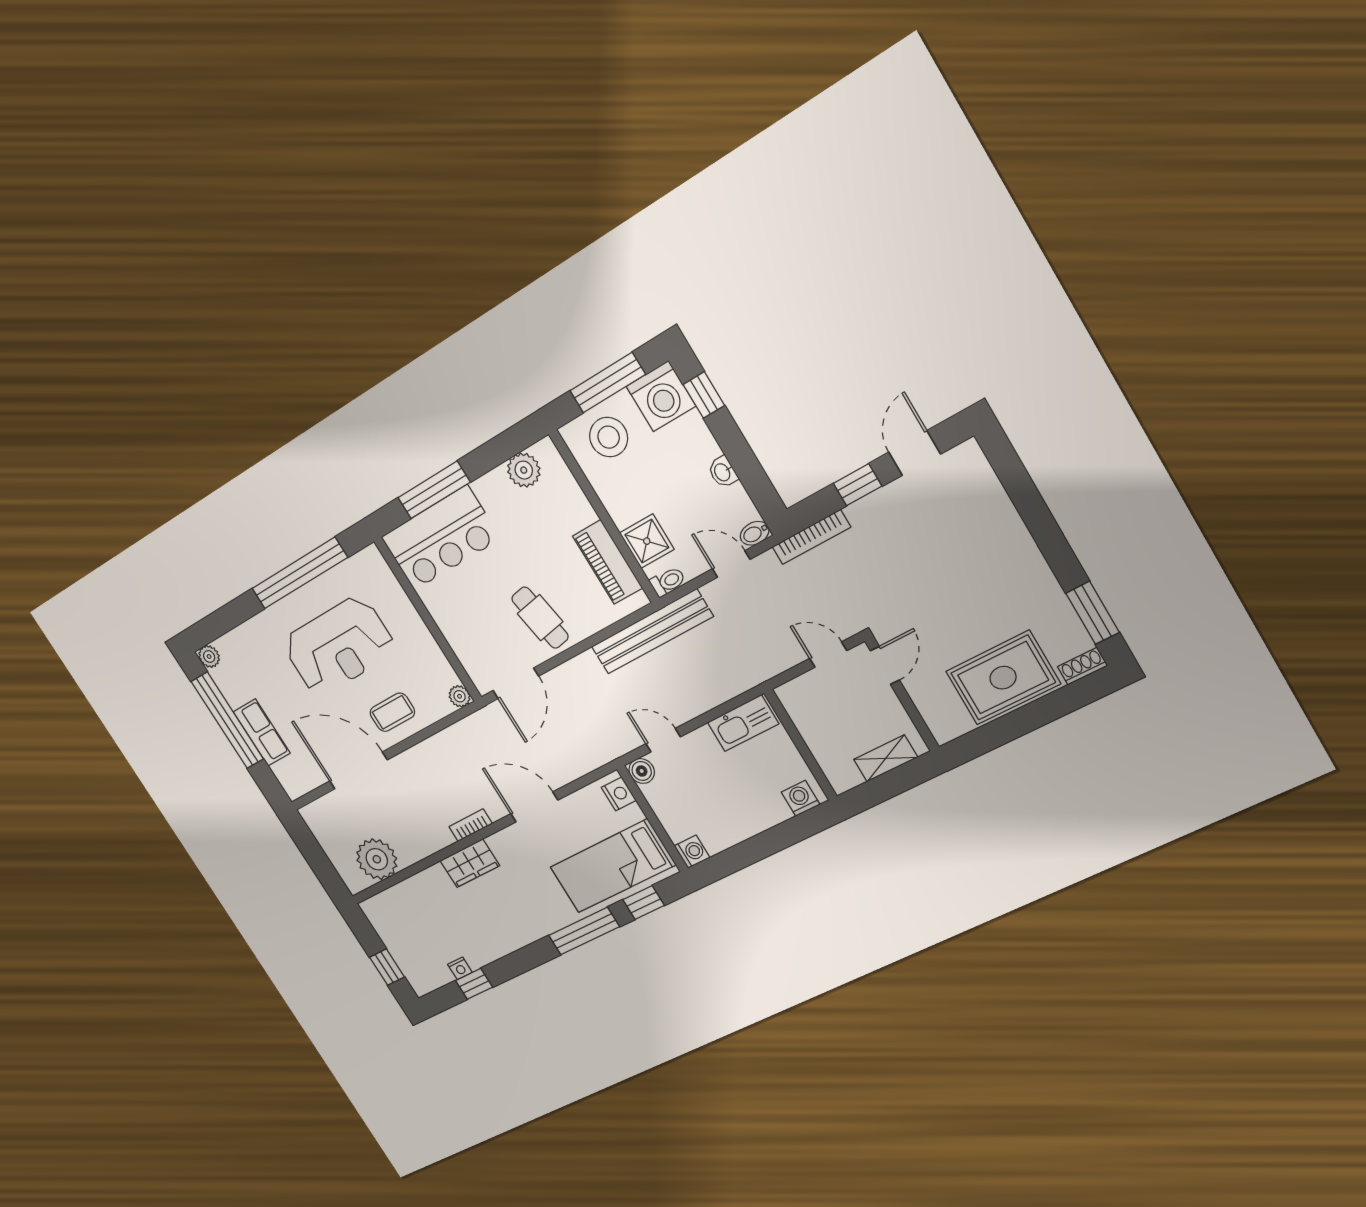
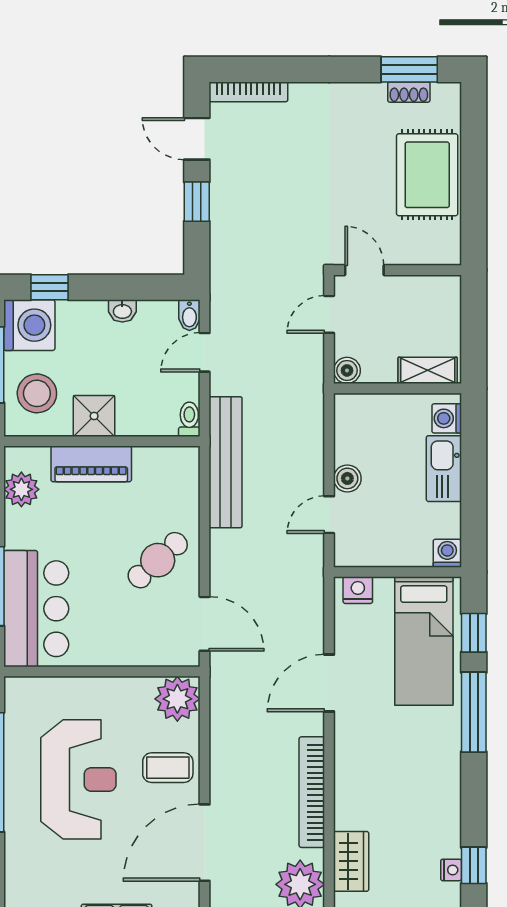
bookcase: (811, 537) -> (248, 92), moved, turned 90
shower: (647, 541) -> (94, 416), moved
piano: (608, 562) -> (91, 464), moved
cafe table: (540, 618) -> (158, 560), turned -32
shoe rack: (1082, 666) -> (409, 92), moved, turned -90
boiler: (790, 695) -> (347, 370), added
plant: (460, 696) -> (177, 699), width x1.87, depth x1.87
coffee table: (392, 712) -> (168, 768), turned 90
kitchen sink: (743, 723) -> (444, 469), moved, turned 180
shelving: (886, 758) -> (428, 370), moved, turned 90
boiler: (642, 771) -> (347, 478), moved
bookcase: (471, 825) -> (312, 792), width x2.31, depth x1.31
wardrobe: (470, 863) -> (351, 861), moved

